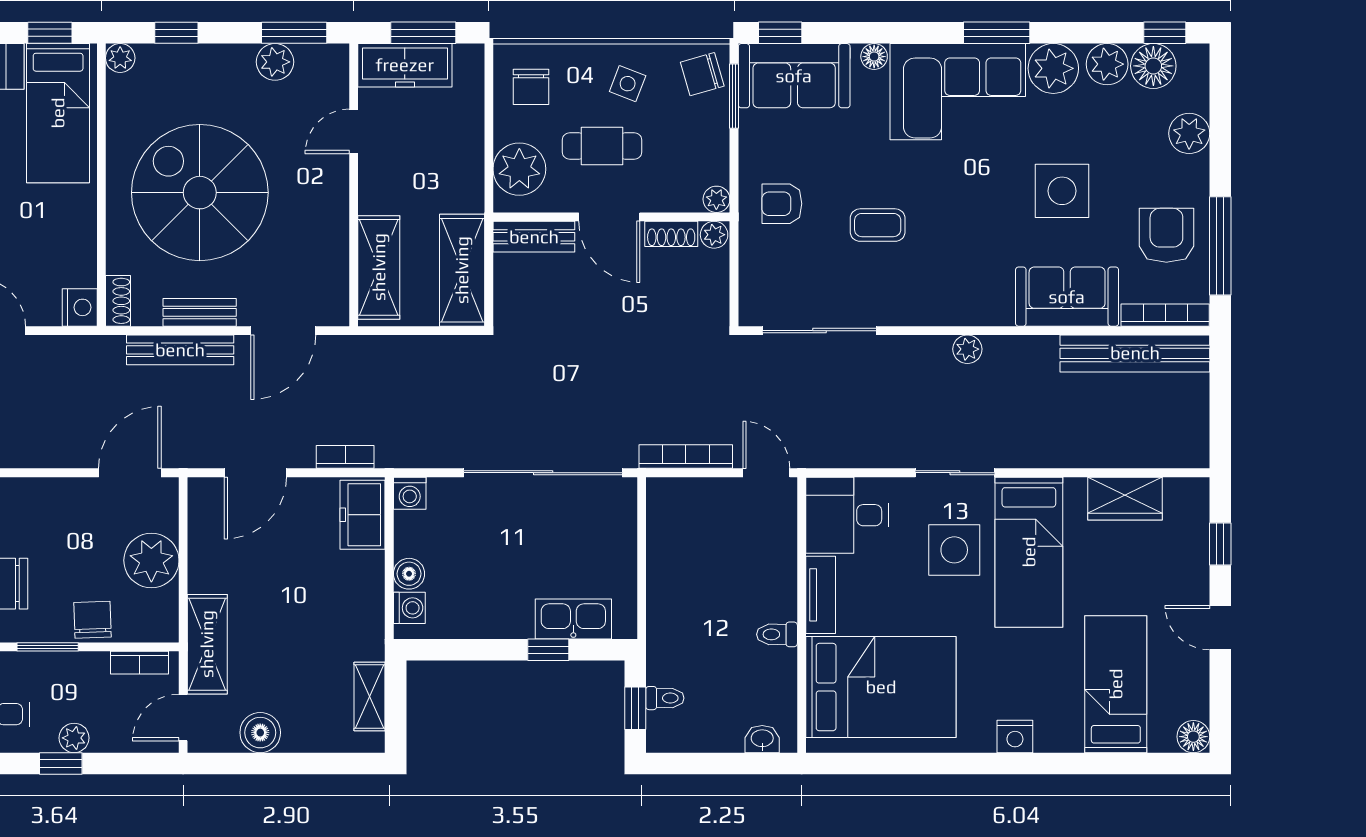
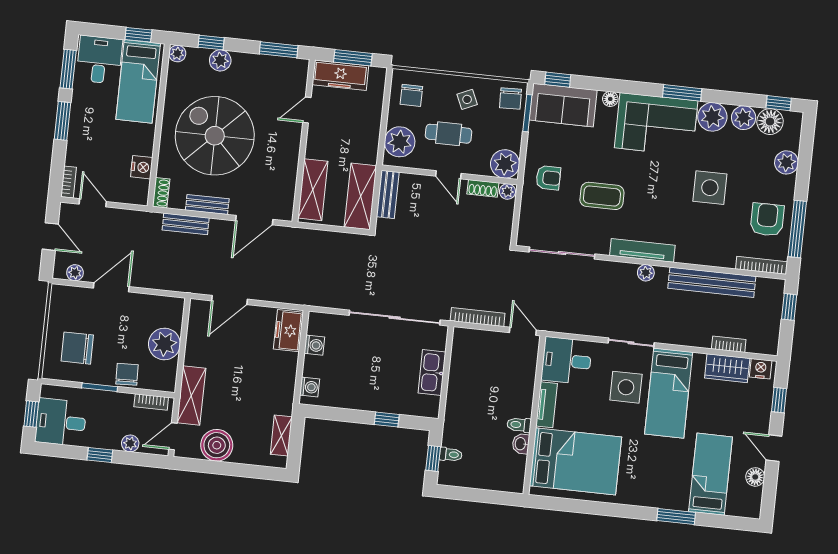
plant: (275, 62) -> (220, 60), moved
chair: (702, 74) -> (510, 99), turned -76
side table: (628, 84) -> (467, 99), turned 45
plant: (716, 199) -> (505, 164), width x1.88, depth x1.88
armchair: (782, 204) -> (548, 178), turned 180
door: (609, 217) -> (448, 175), width x0.73
coffee table: (878, 225) -> (602, 196), width x1.36, depth x1.30
bench: (534, 237) -> (388, 194), moved, turned 90
sofa: (1067, 297) -> (706, 249), removed
nightstand: (80, 307) -> (142, 167), moved
tv unit: (957, 311) -> (642, 250), added
bench: (180, 350) -> (186, 224), width x0.73
bench: (1135, 353) -> (712, 282), moved
window: (1220, 382) -> (789, 307), added
bookcase: (345, 457) -> (729, 344), moved
door: (130, 473) -> (111, 287), moved
washing machine: (410, 493) -> (314, 345), moved, turned -90
boiler: (409, 574) -> (311, 367), removed
kitchen sink: (573, 619) -> (432, 372), moved, turned -90
boiler: (260, 733) -> (217, 445), width x1.37, depth x1.37
nightstand: (1015, 736) -> (761, 369), moved, turned 180
floor lamp: (1193, 737) -> (755, 477), moved
plant: (74, 738) -> (130, 443), moved
washbasin: (762, 739) -> (521, 444), moved, turned -90
window: (1064, 763) -> (676, 517), added

